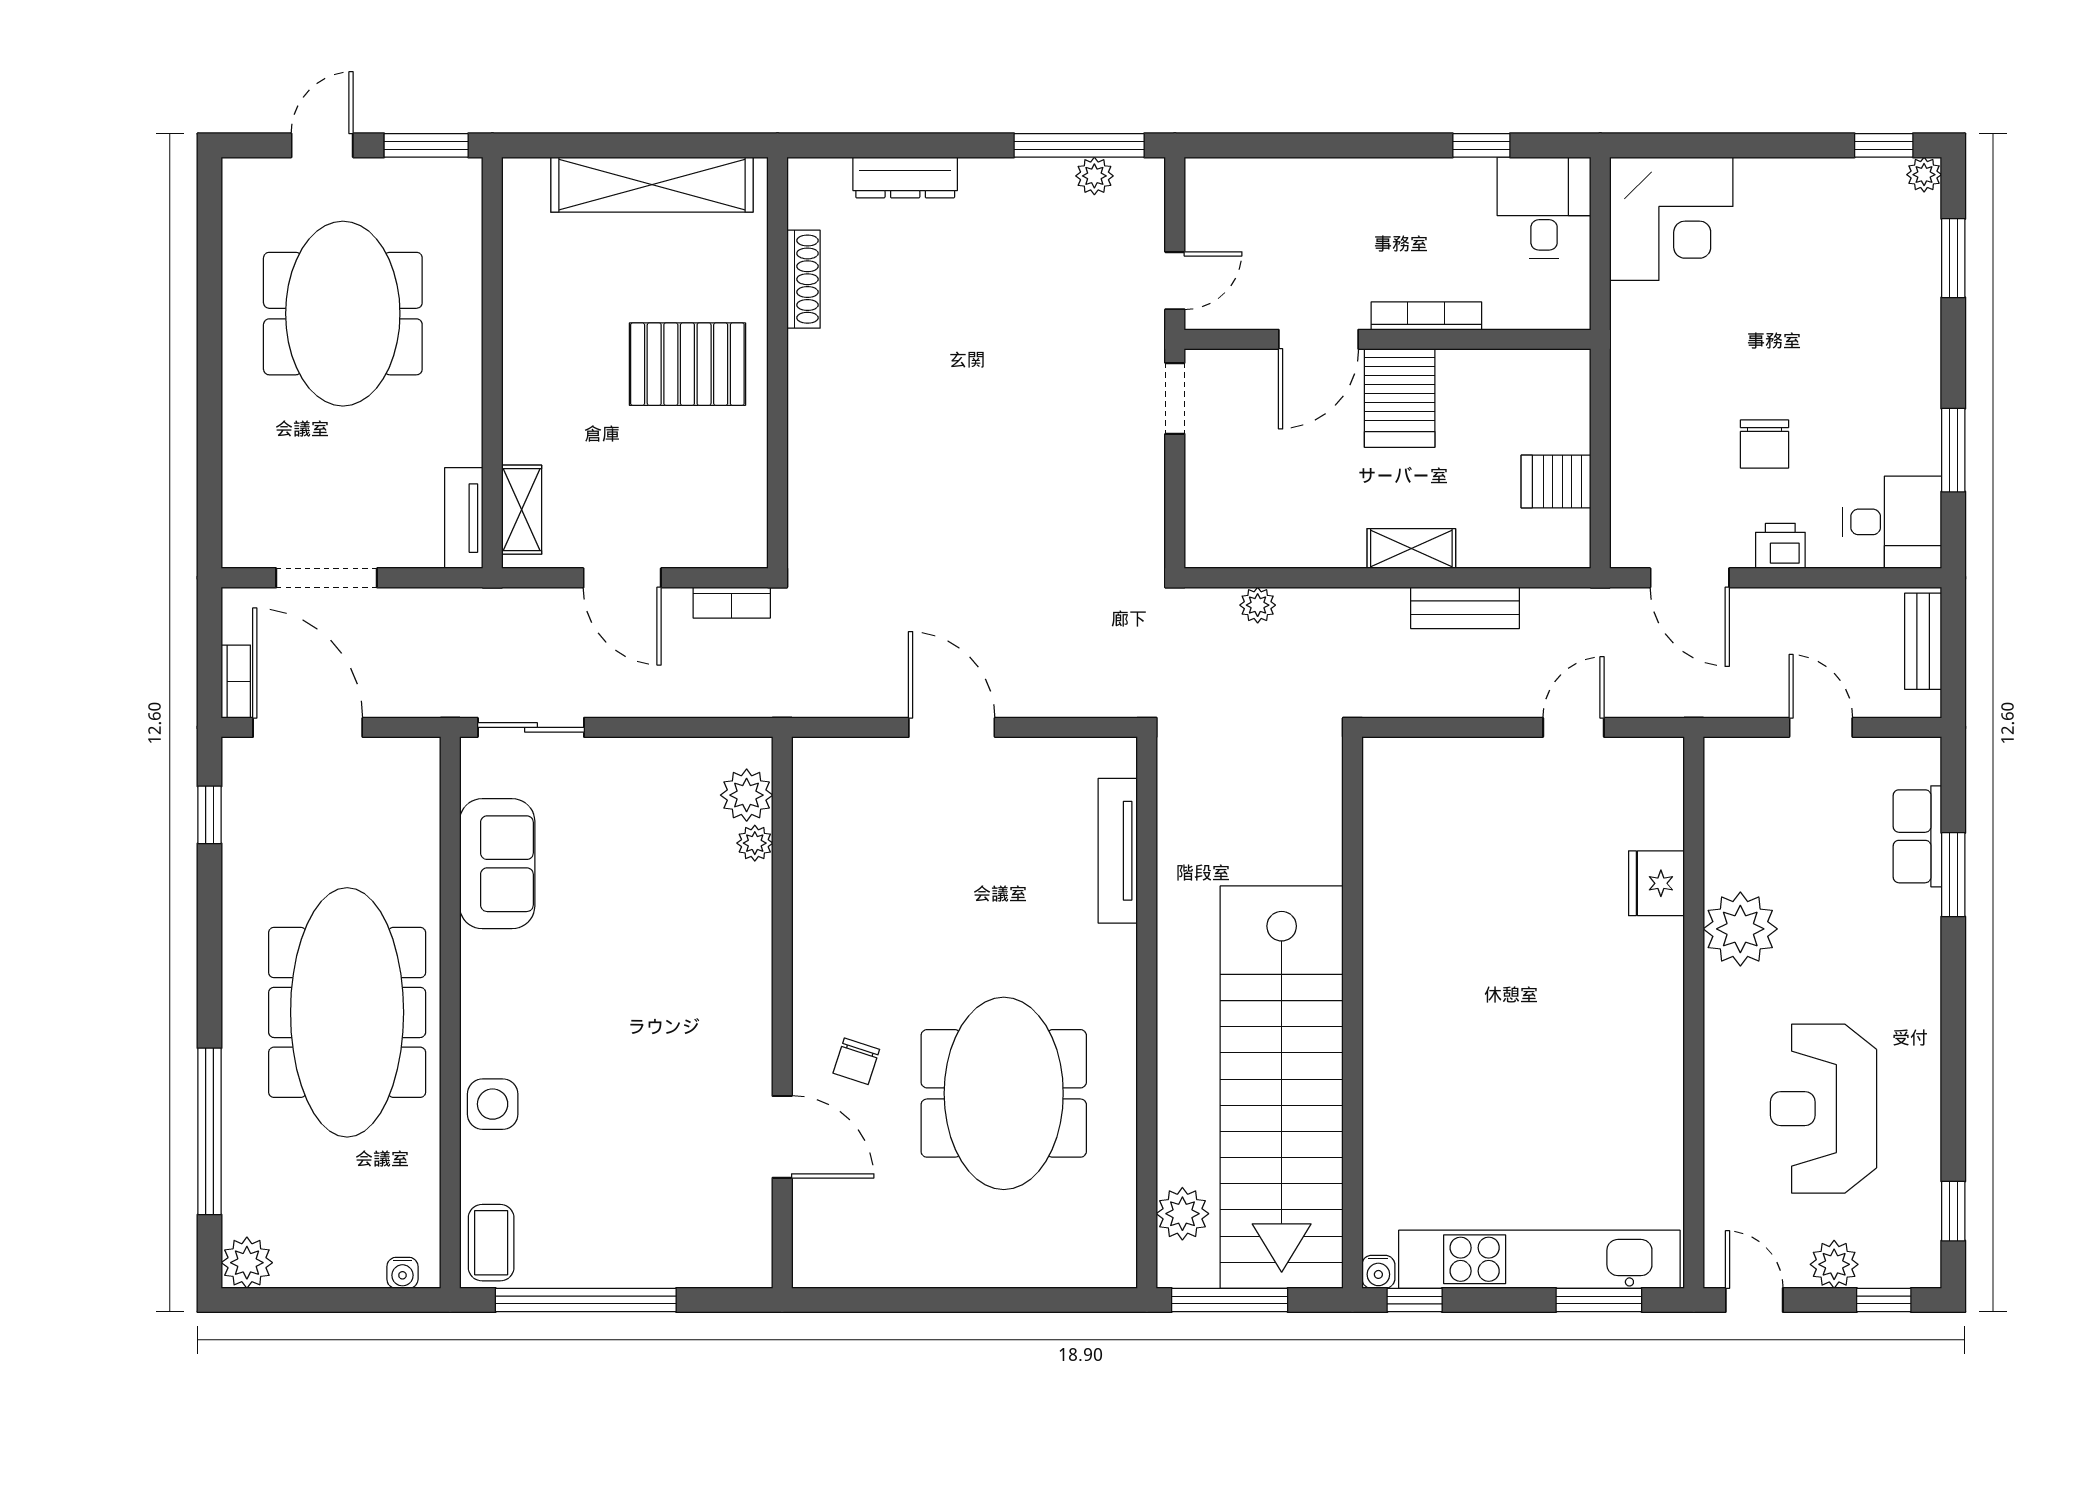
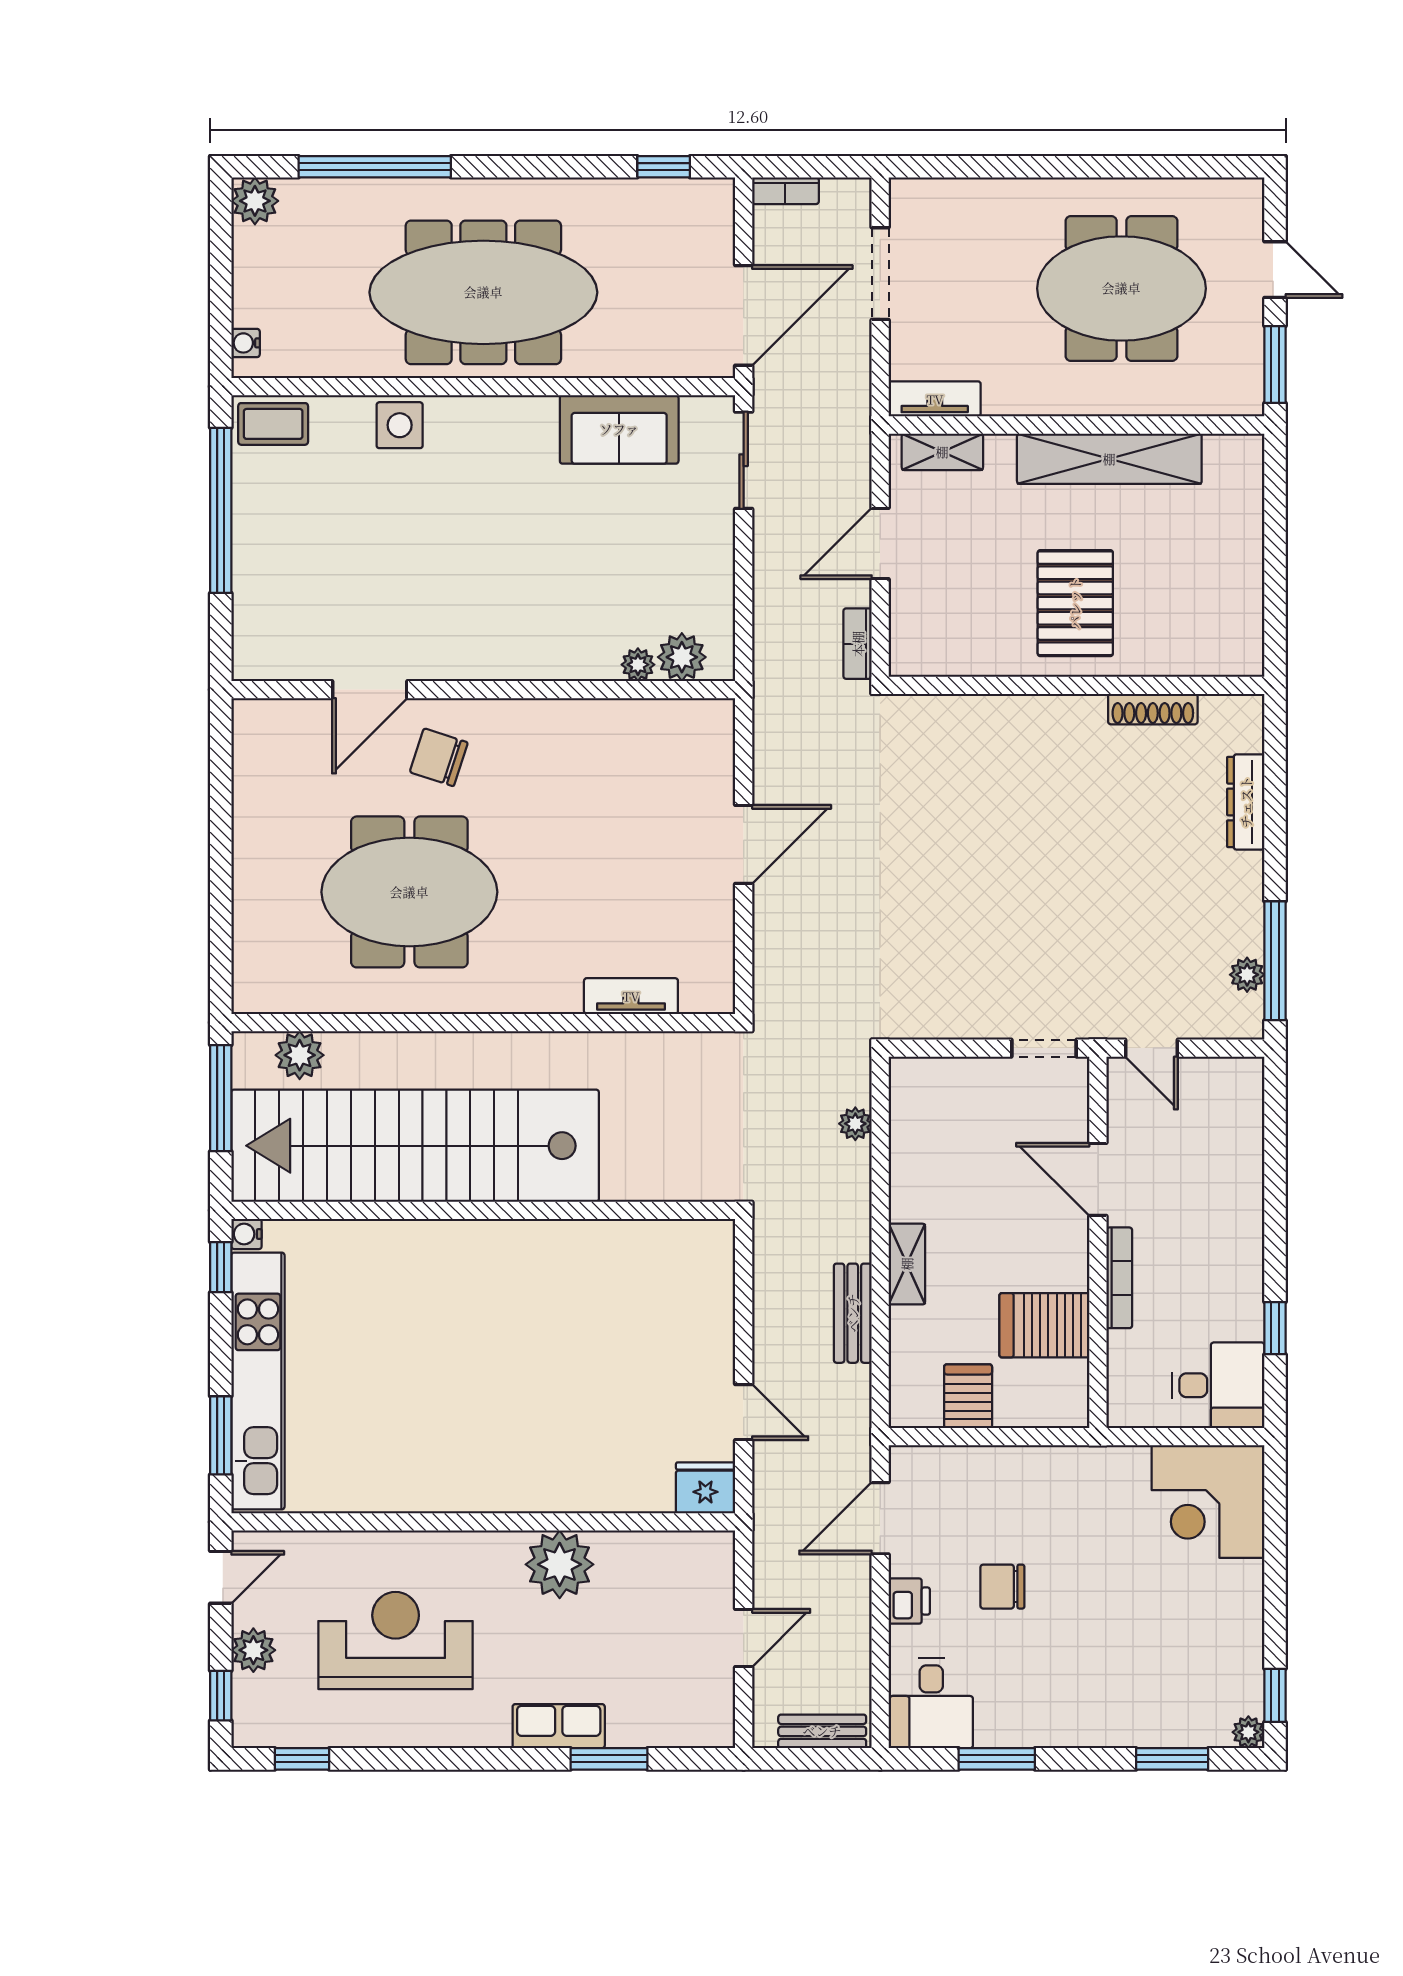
shelving: (652, 185) -> (1109, 459), moved, turned 90
server rack: (1400, 398) -> (1044, 1325), moved
door: (308, 727) -> (744, 315), moved
row of seats: (1917, 836) -> (559, 1726), moved
tv unit: (1118, 851) -> (631, 996), width x0.71
fridge: (1656, 883) -> (705, 1488), moved
chair: (856, 1061) -> (439, 757), width x1.37, depth x1.37

